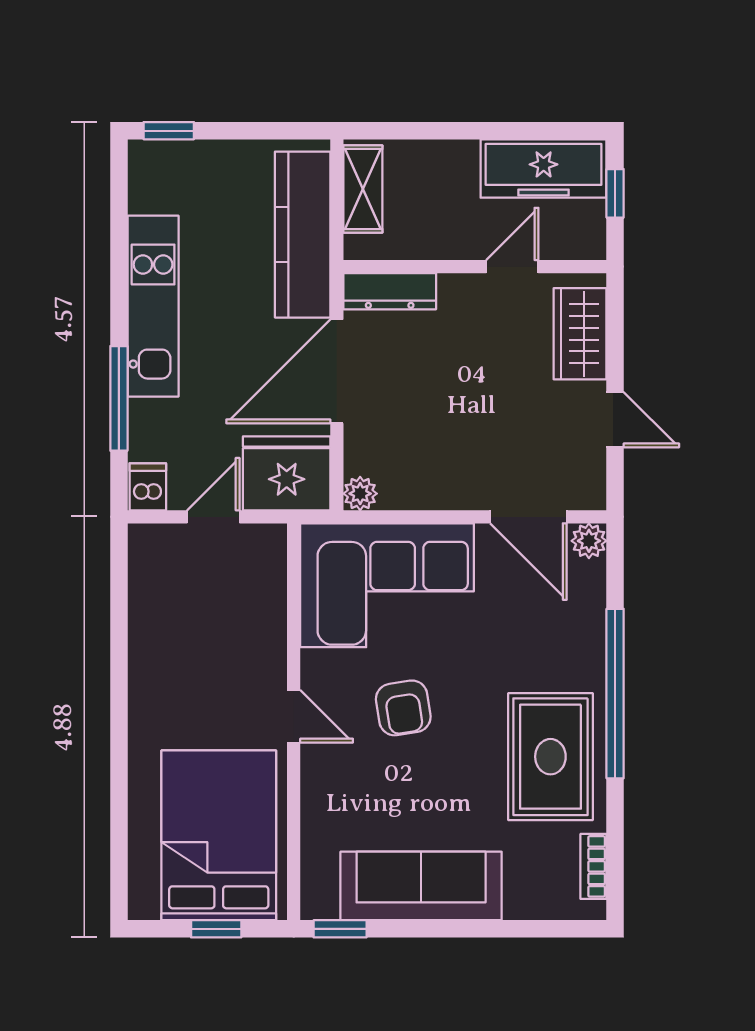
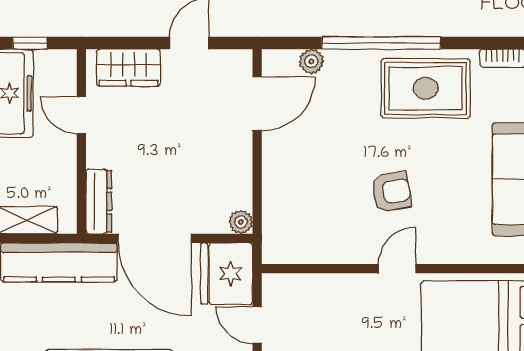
plant: (589, 541) -> (311, 61), moved
corner sofa: (387, 585) -> (305, 203), removed

